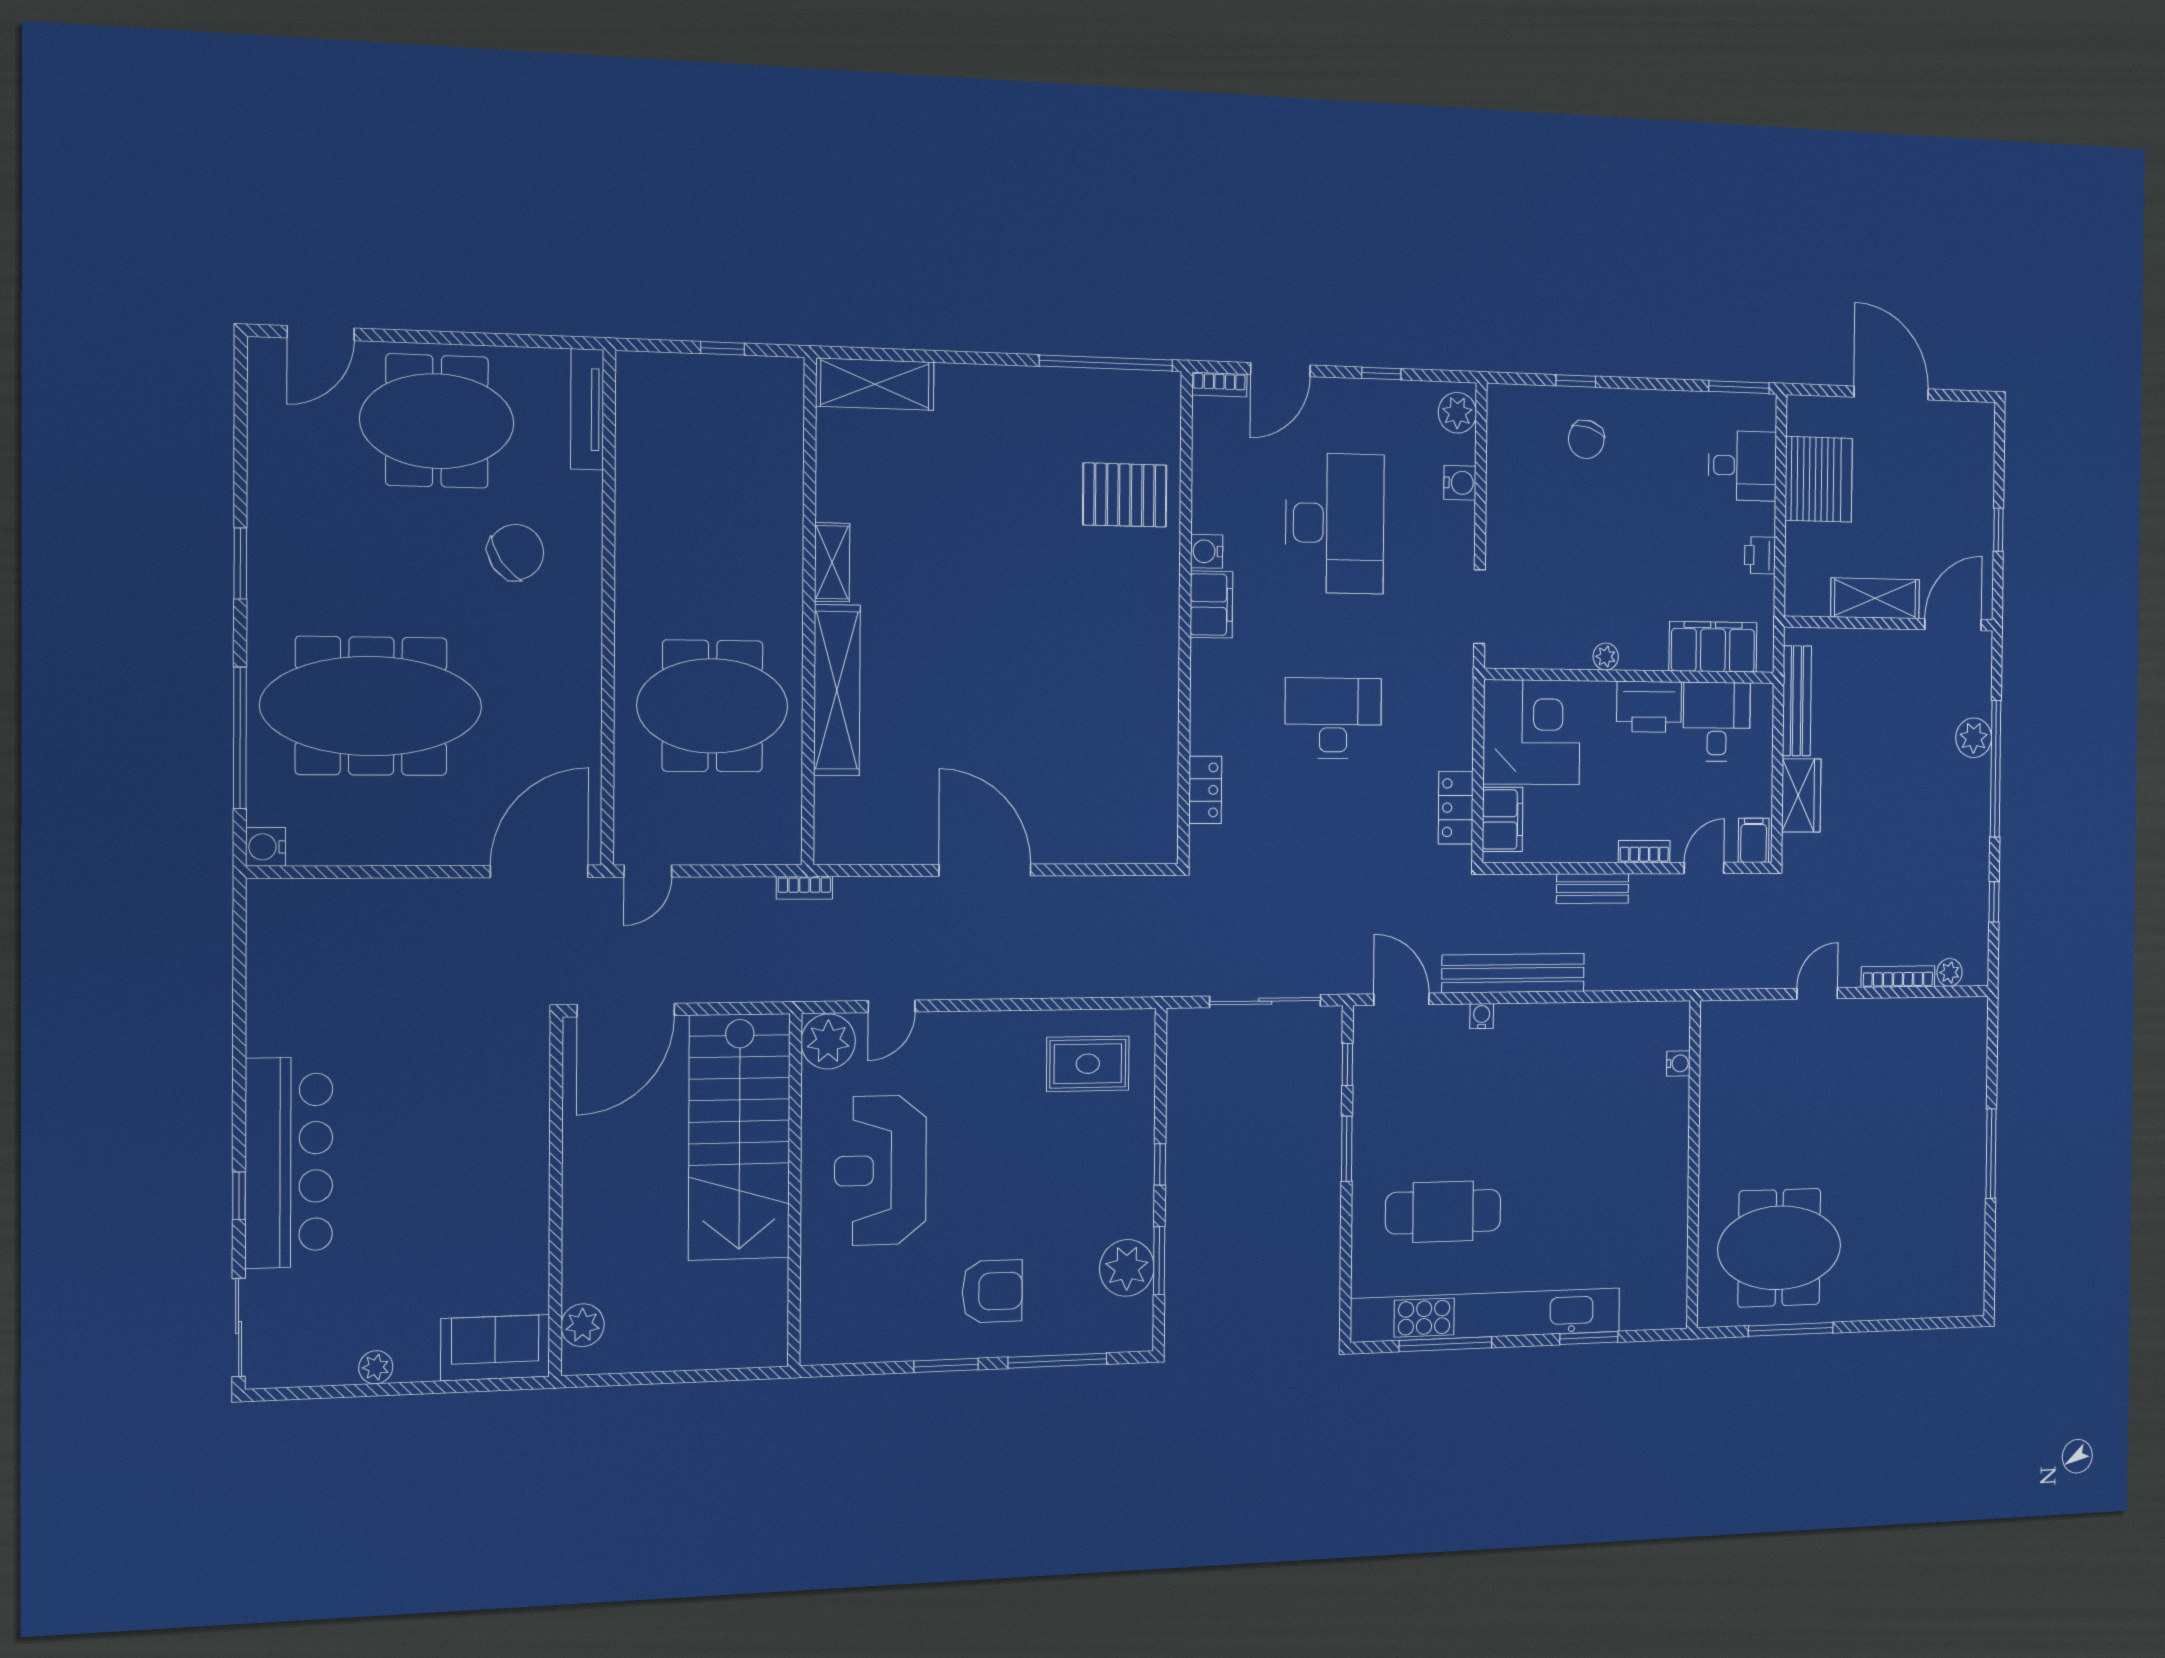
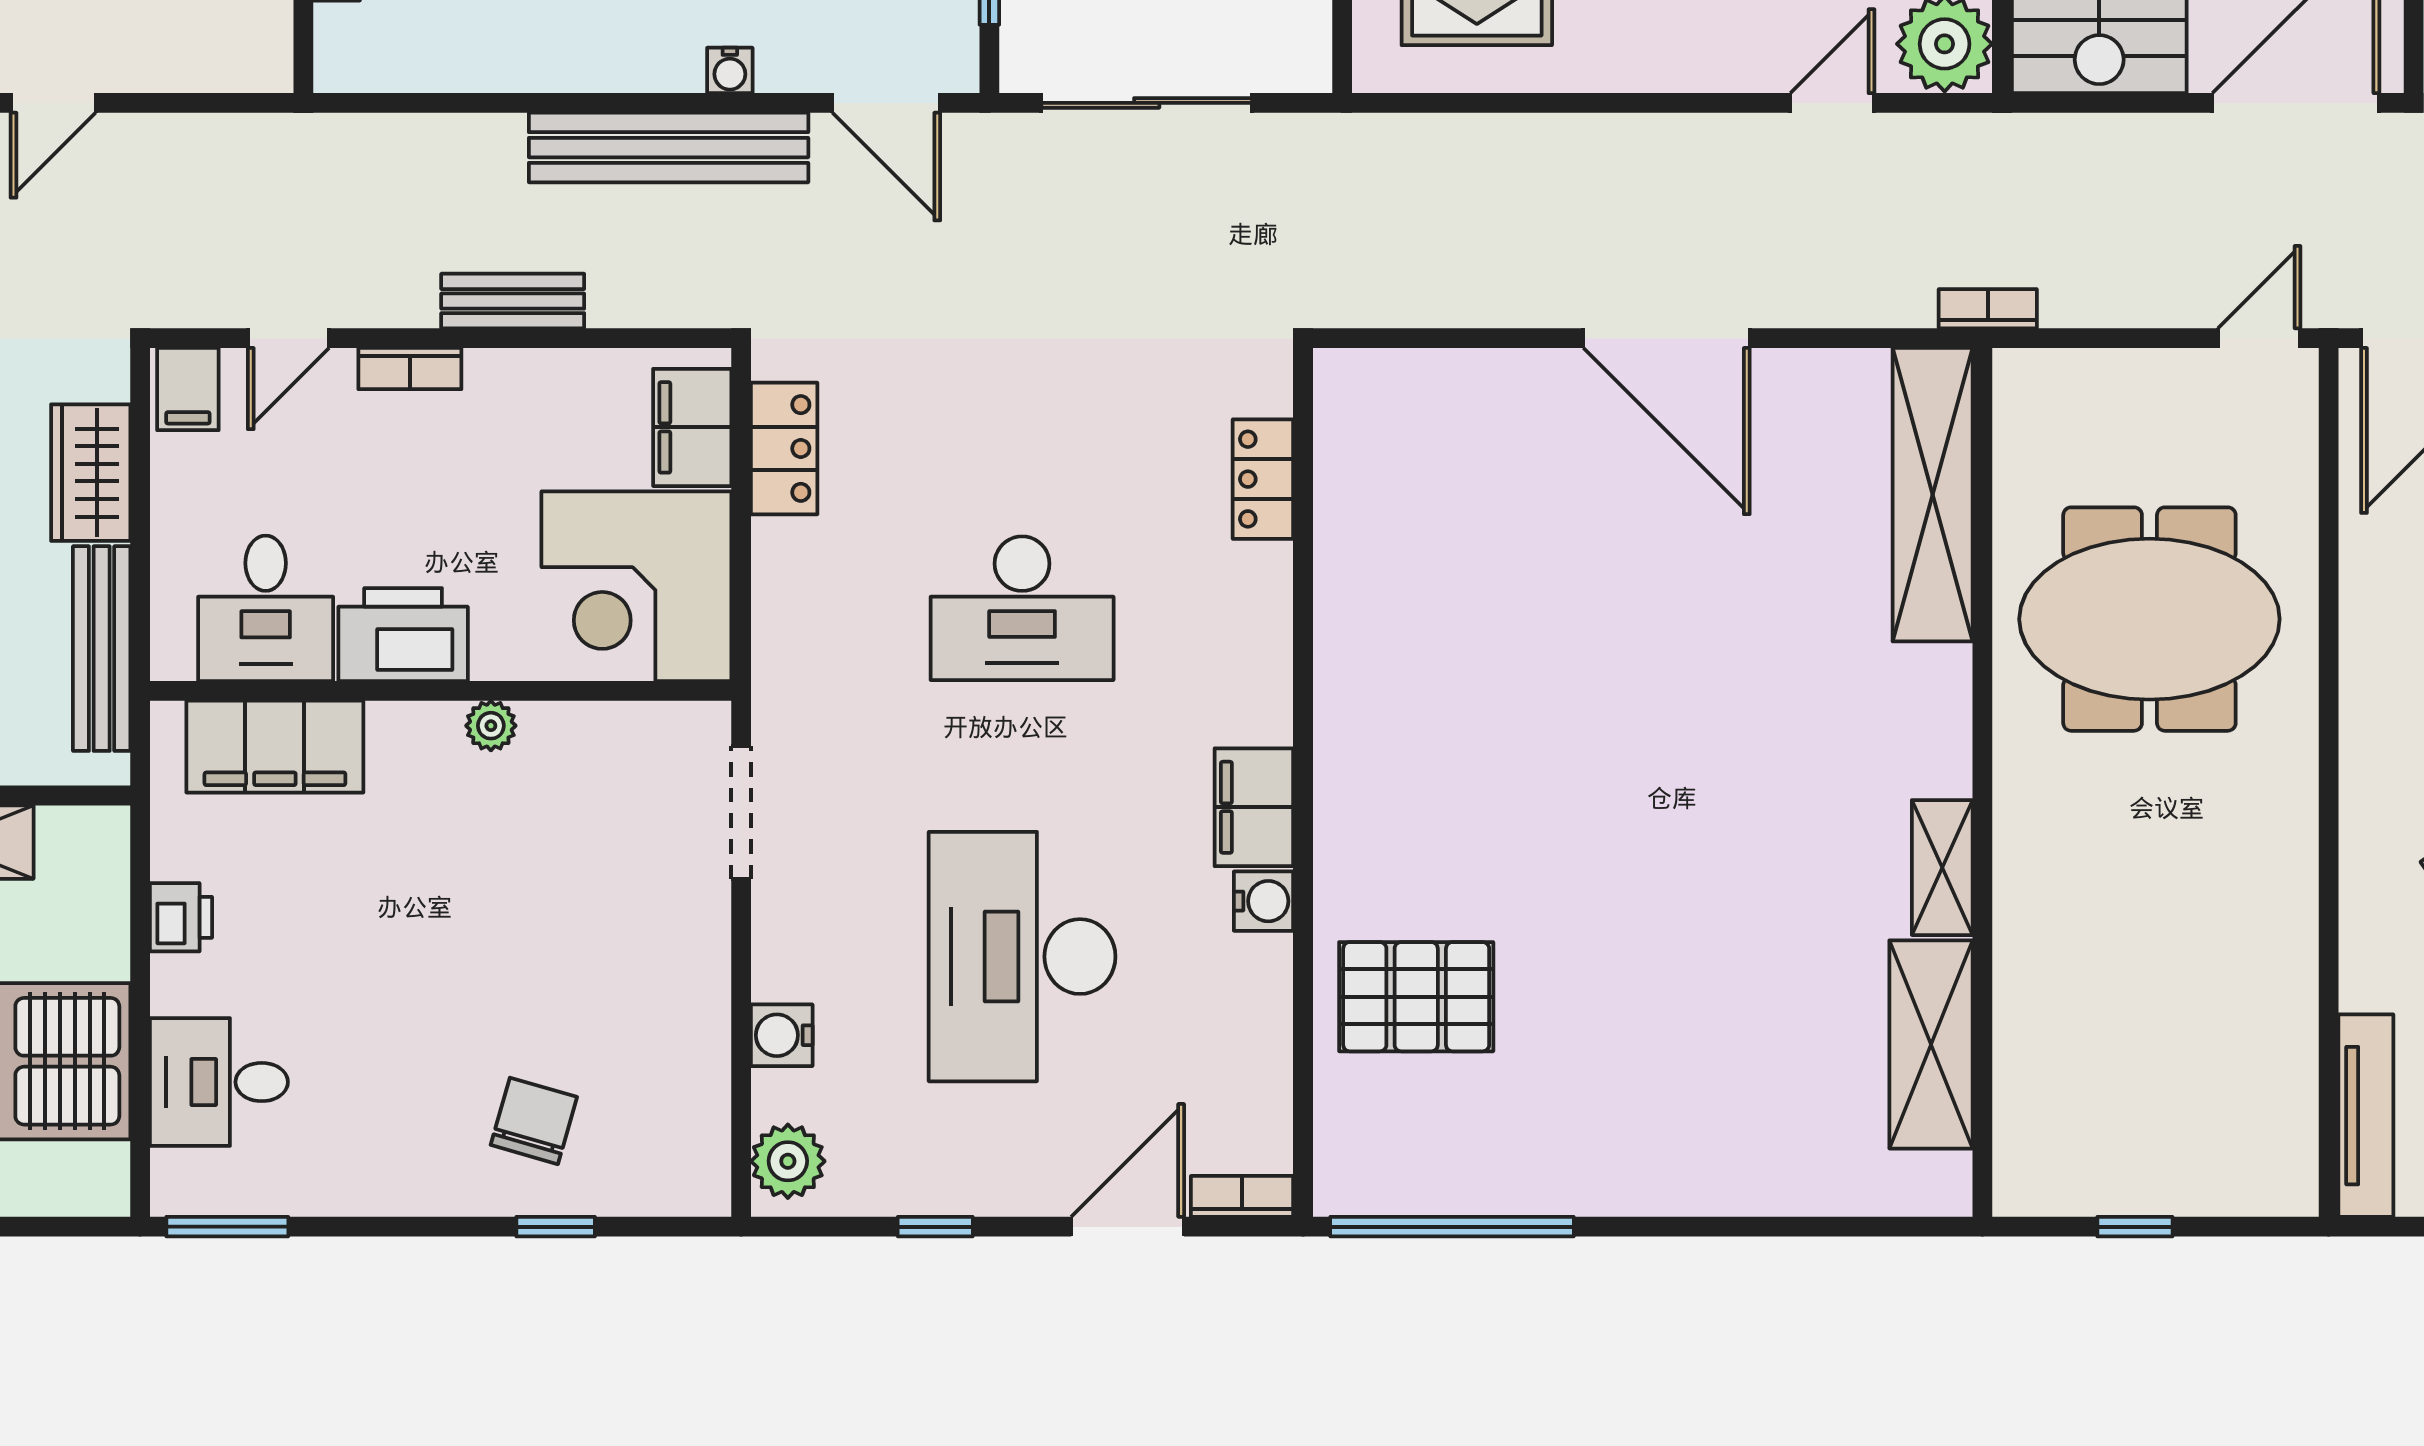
shelving: (875, 384) -> (1931, 1044), moved, turned 90
shelving: (837, 690) -> (1933, 495), moved

